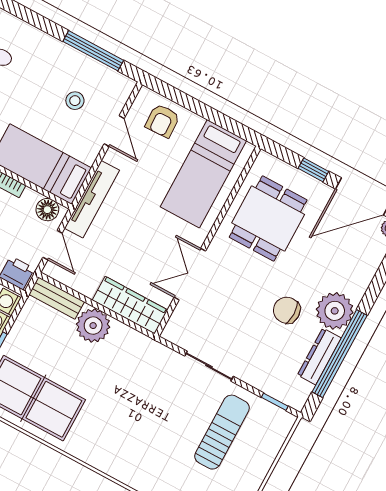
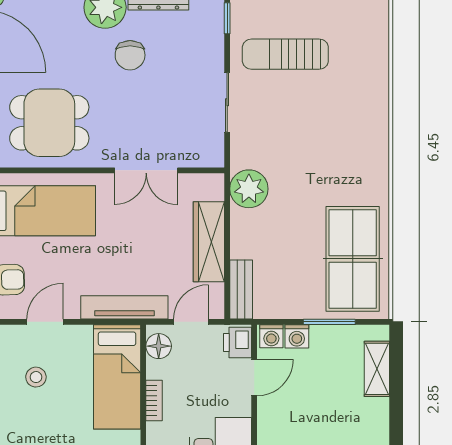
wardrobe: (130, 305) -> (209, 242), moved
plant: (93, 326) -> (249, 189), moved

